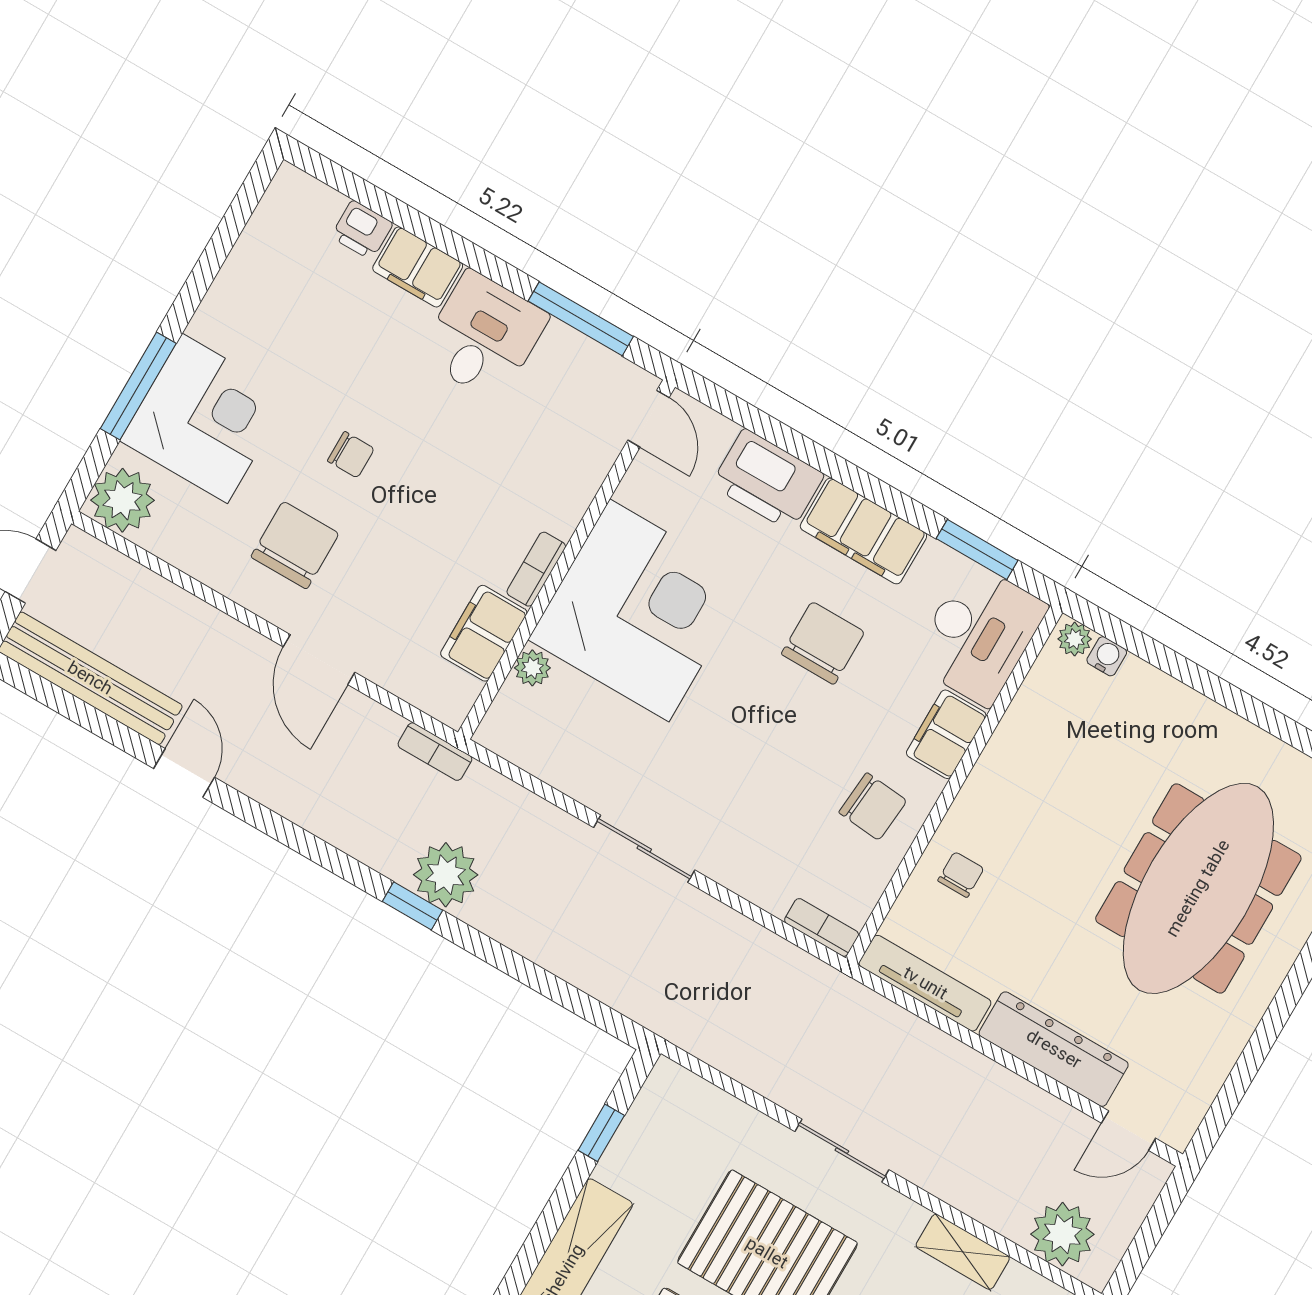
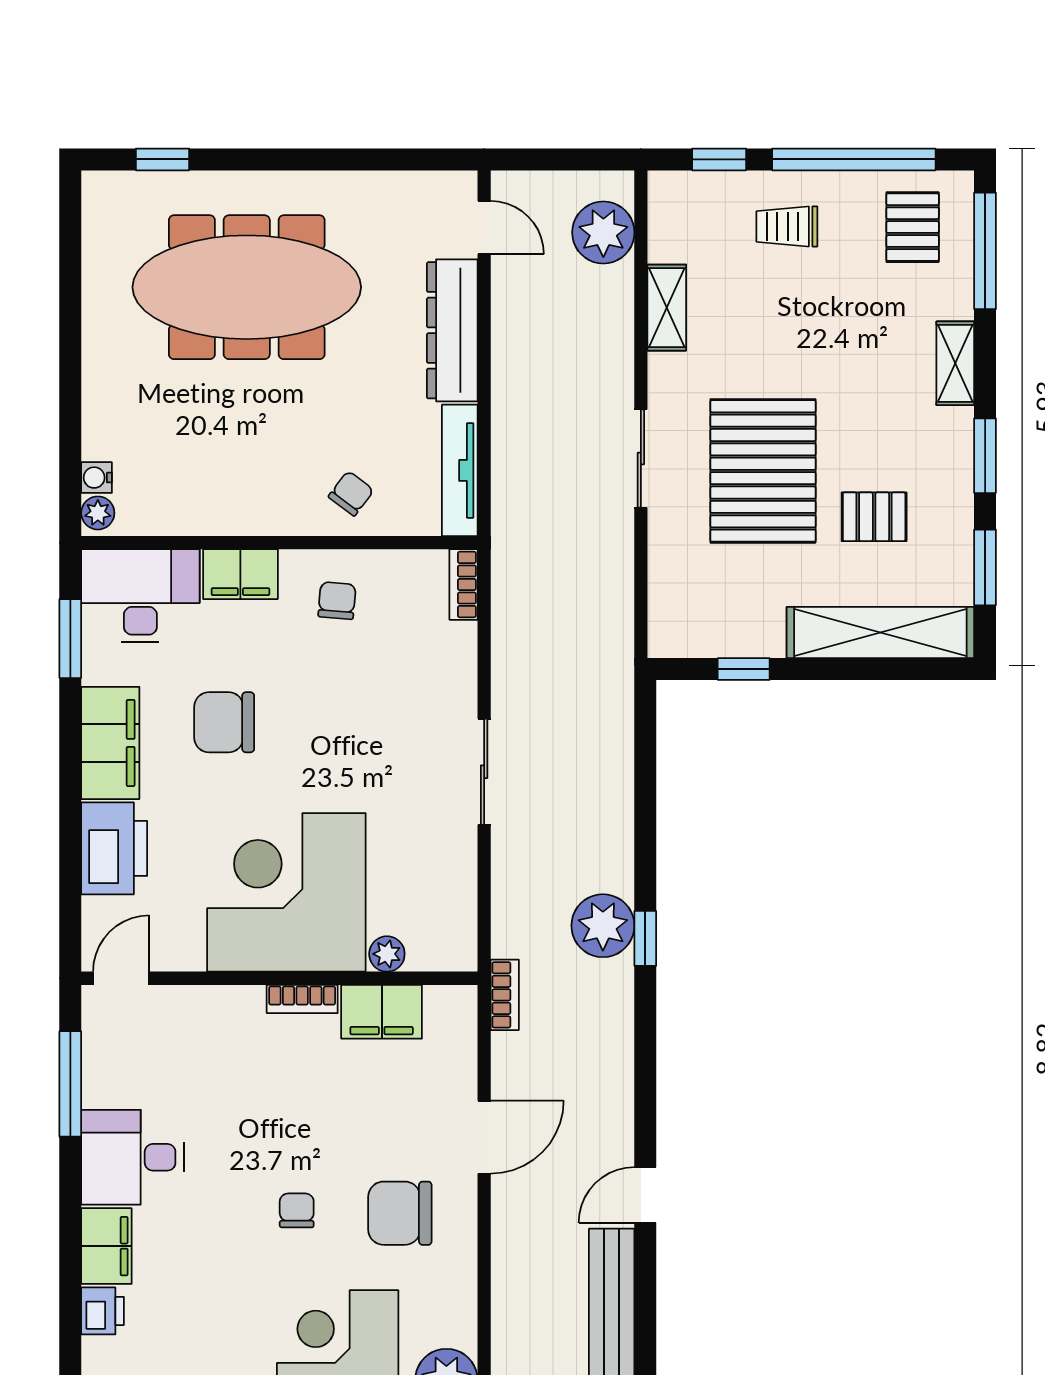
chair: (873, 807) -> (337, 601), width x0.73, depth x0.73
chair: (961, 875) -> (351, 493), turned 127

